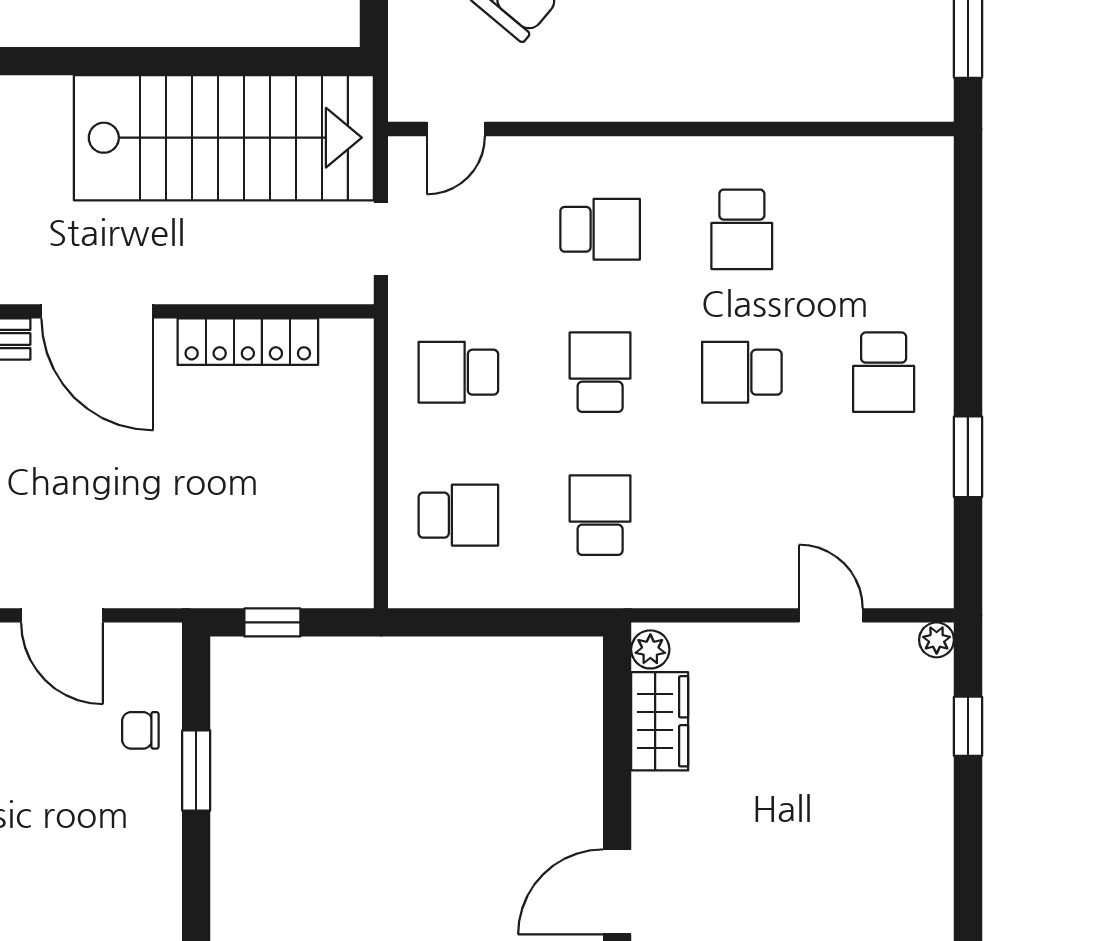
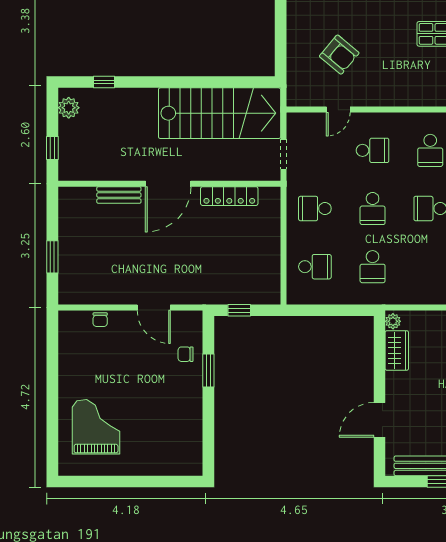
door: (456, 129) -> (338, 110), moved
door: (97, 311) -> (168, 184), hinge flipped
school desk: (600, 372) -> (373, 209), turned 180
school desk: (600, 515) -> (373, 267), turned 180

